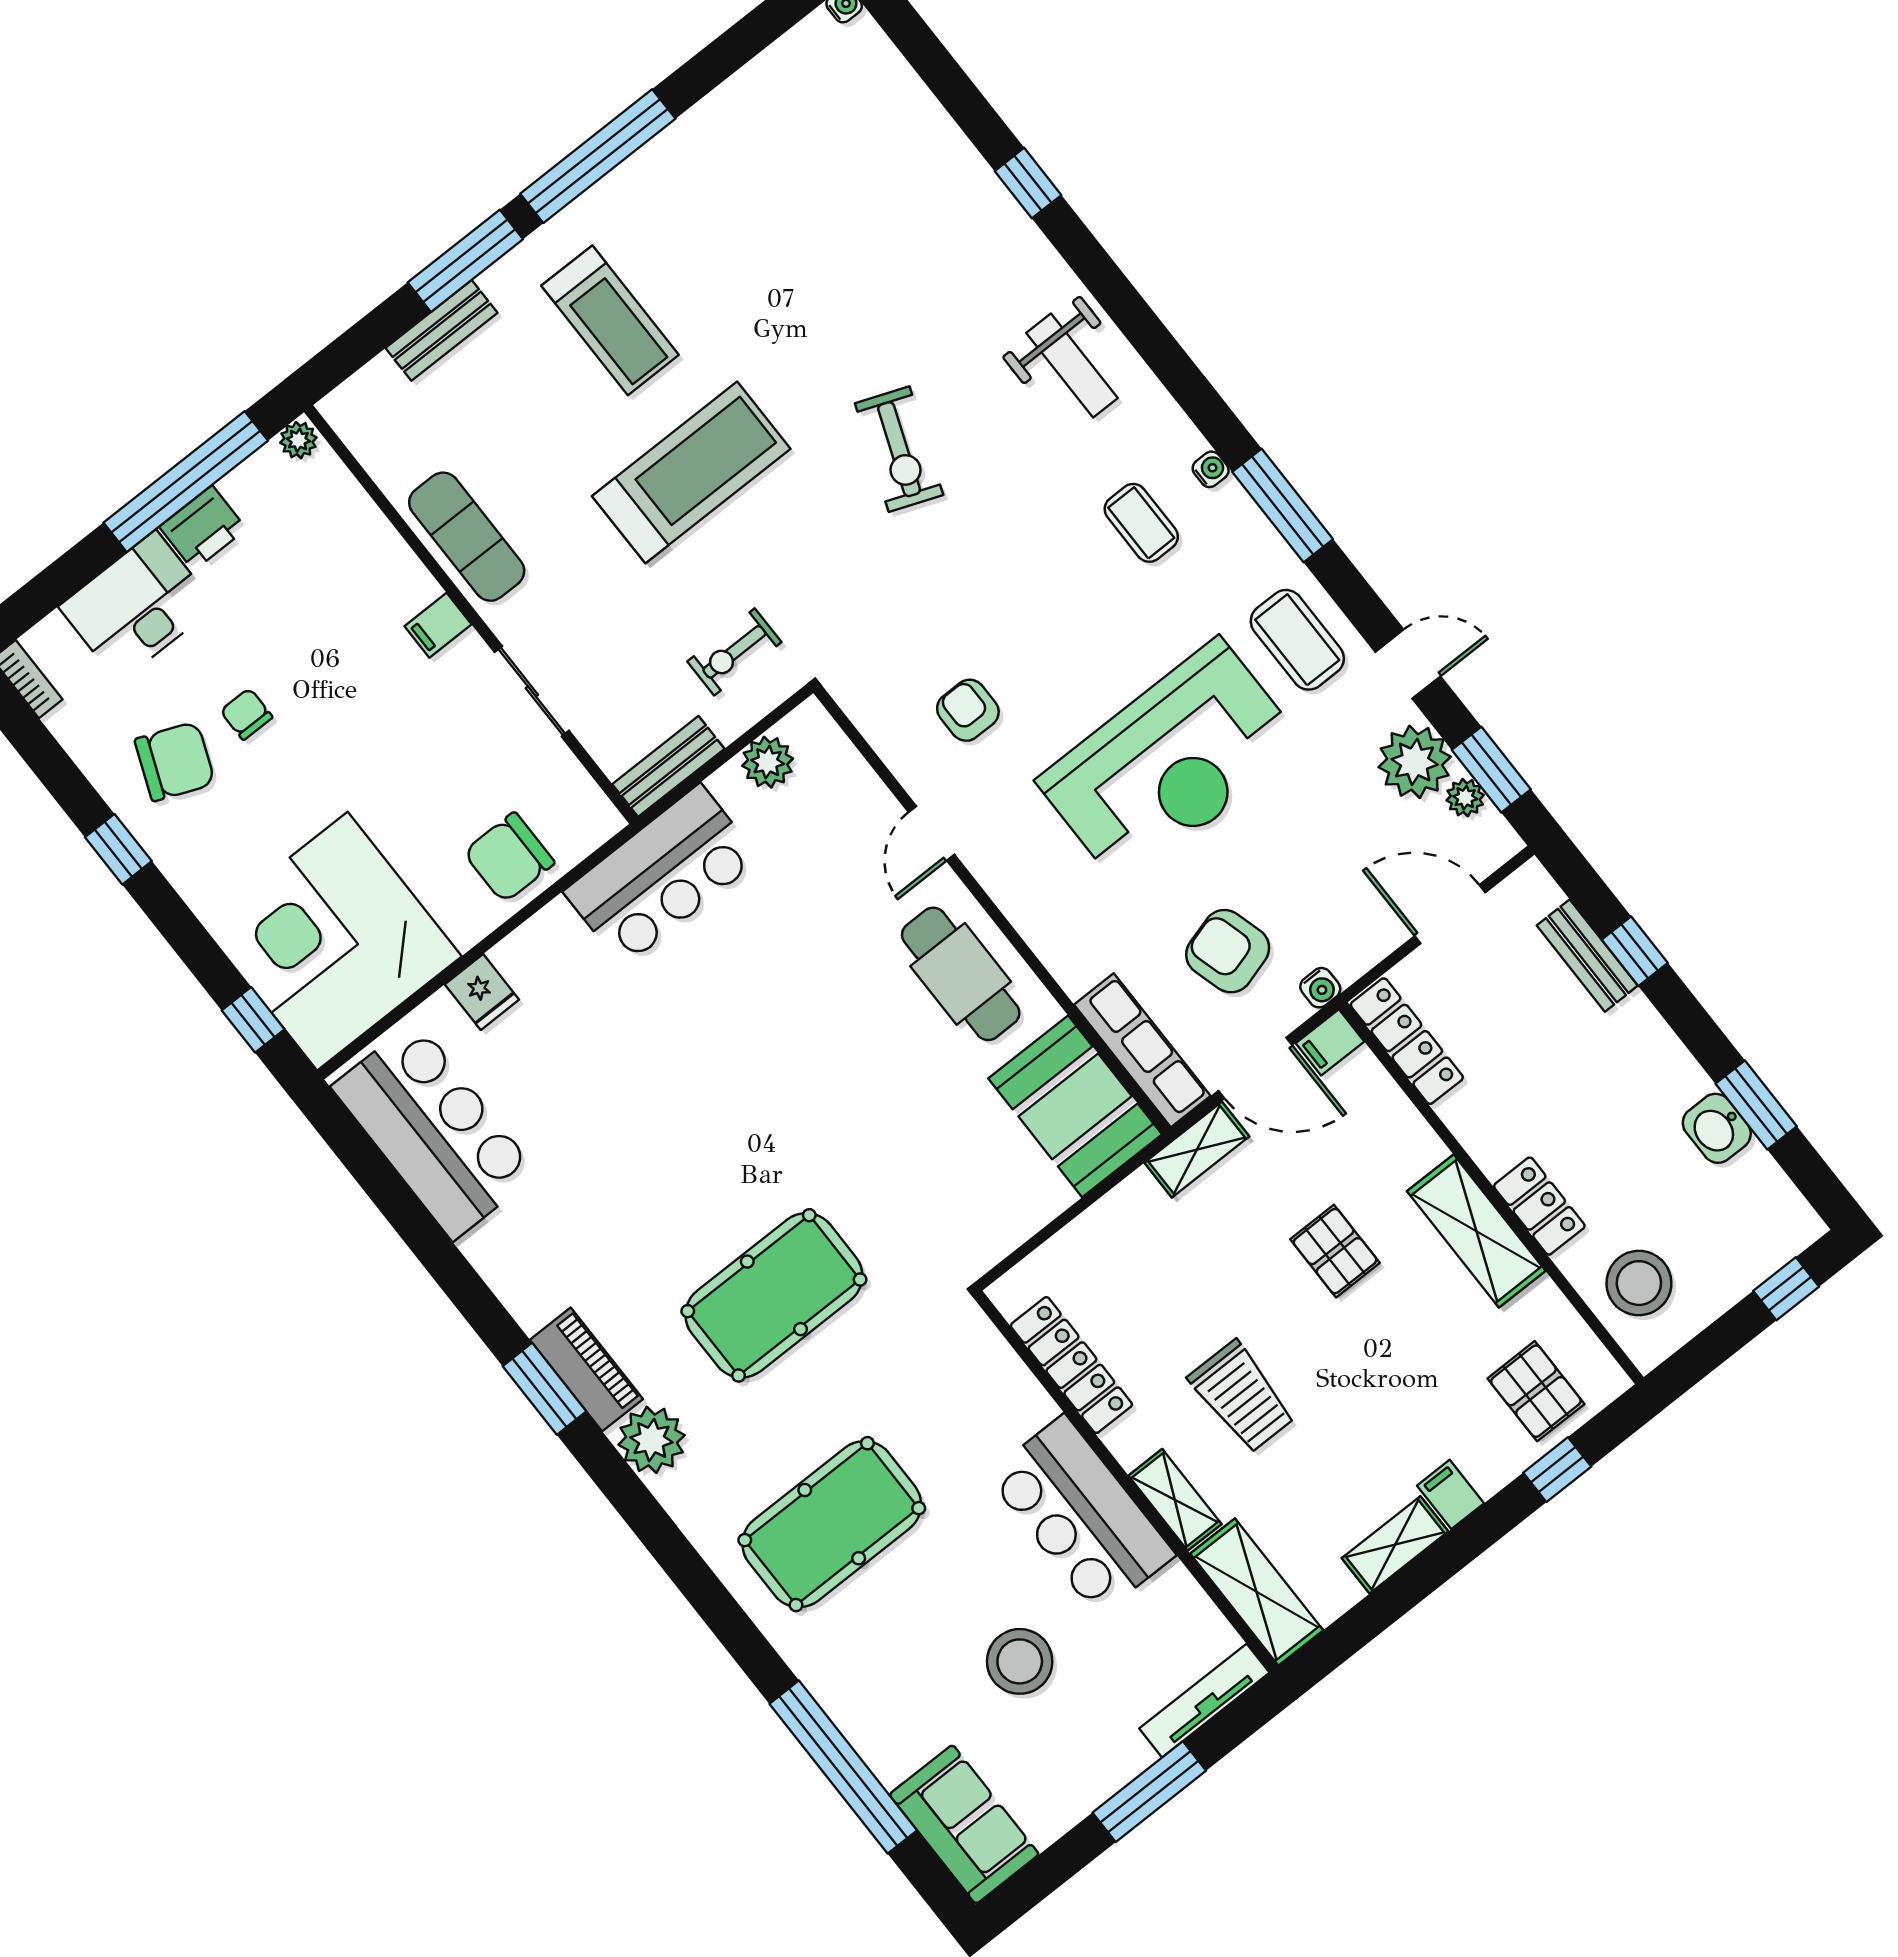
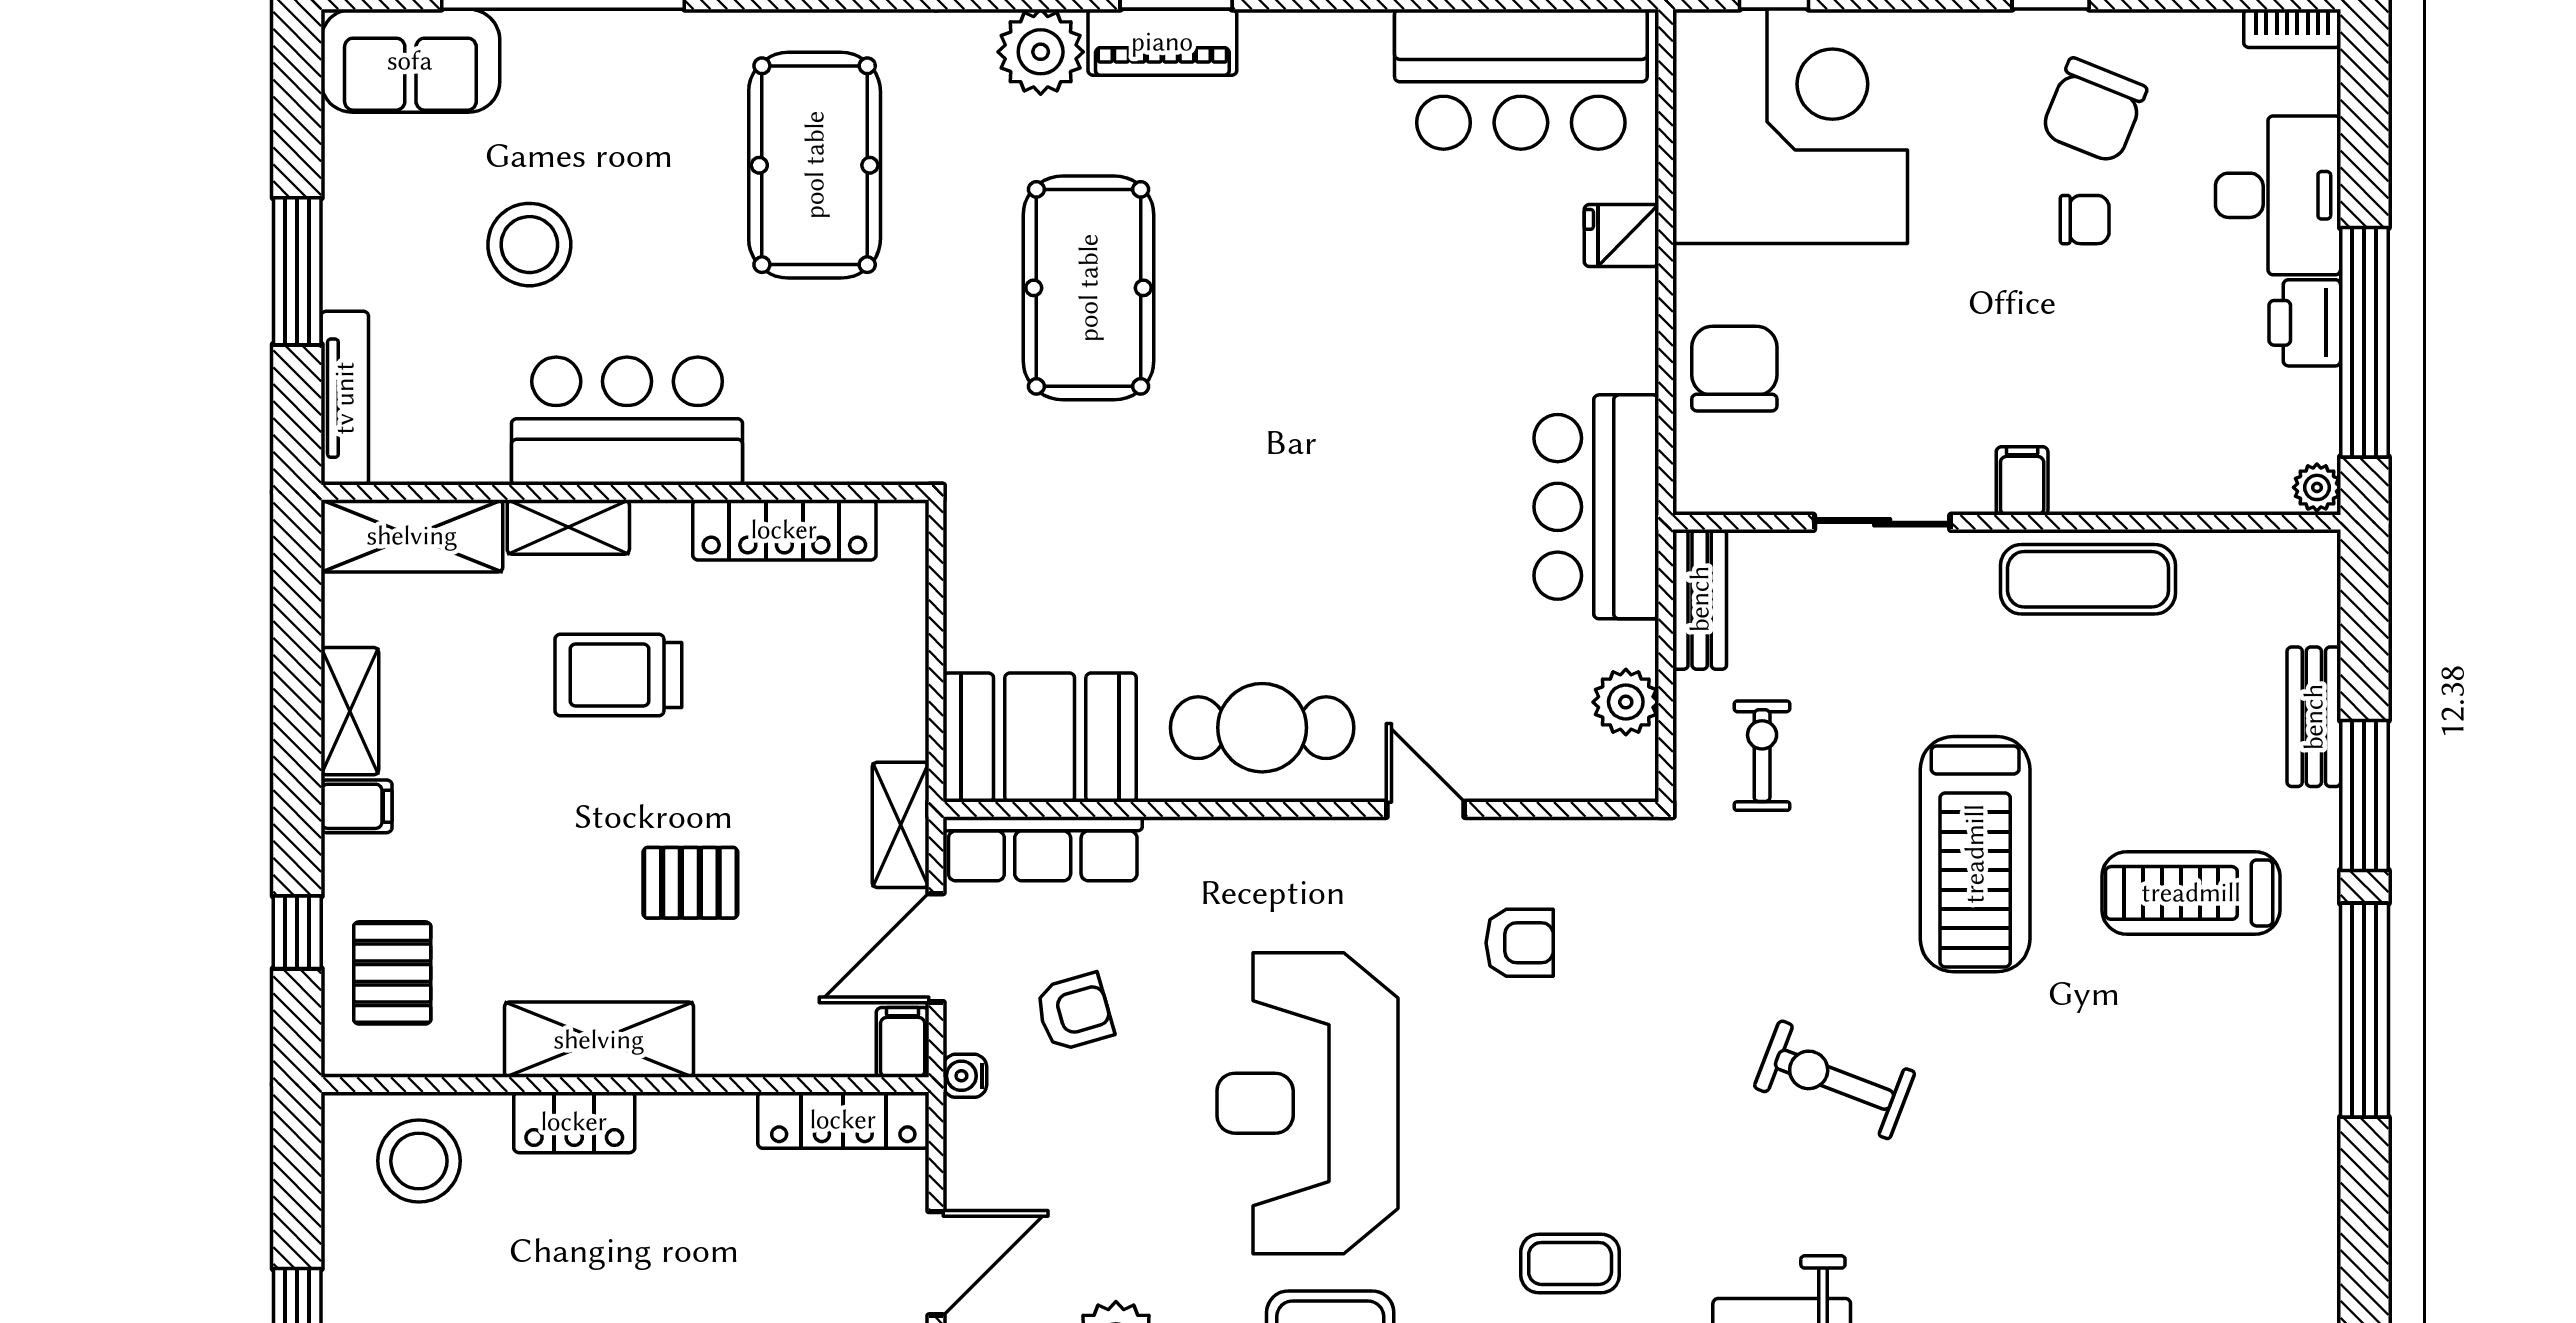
armchair: (1228, 951) -> (1074, 1012), width x0.72, depth x0.72
pallet: (1536, 1391) -> (392, 973), turned 90

